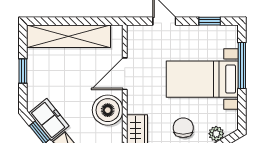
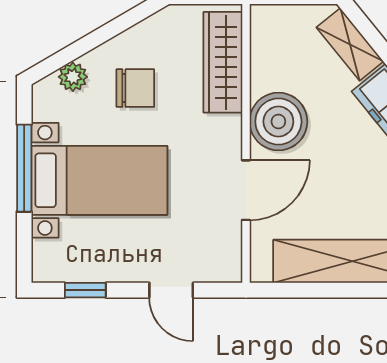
window: (242, 65) -> (24, 168), moved
chair: (183, 128) -> (135, 88), turned -90

